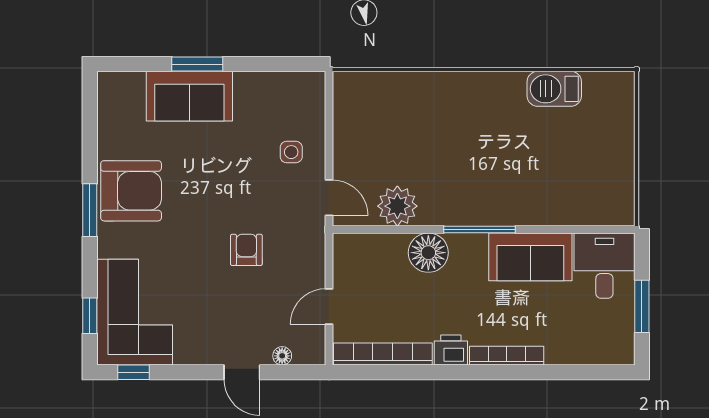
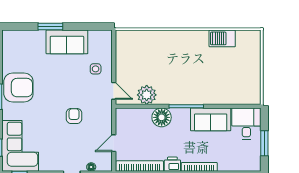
sofa: (189, 96) -> (67, 42), moved

